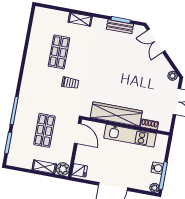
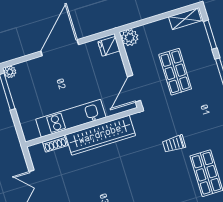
door: (78, 133) -> (134, 89), hinge flipped
shelving: (44, 167) -> (185, 19), moved
water cooler: (157, 168) -> (19, 97), removed

